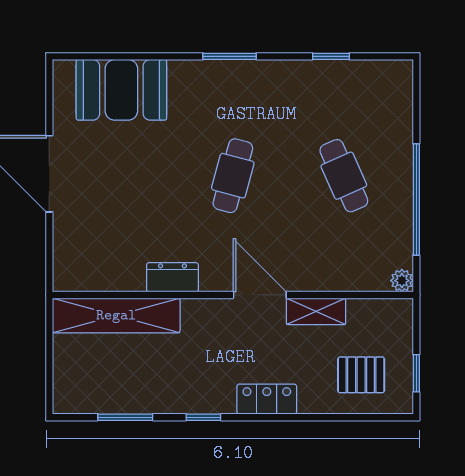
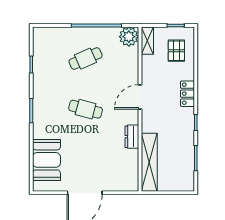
plant: (402, 281) -> (129, 37), width x1.88, depth x1.88
shelving: (316, 311) -> (147, 41), moved

